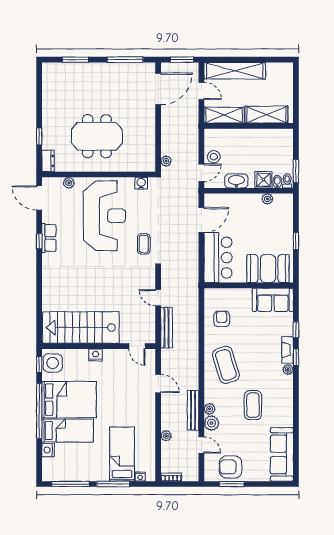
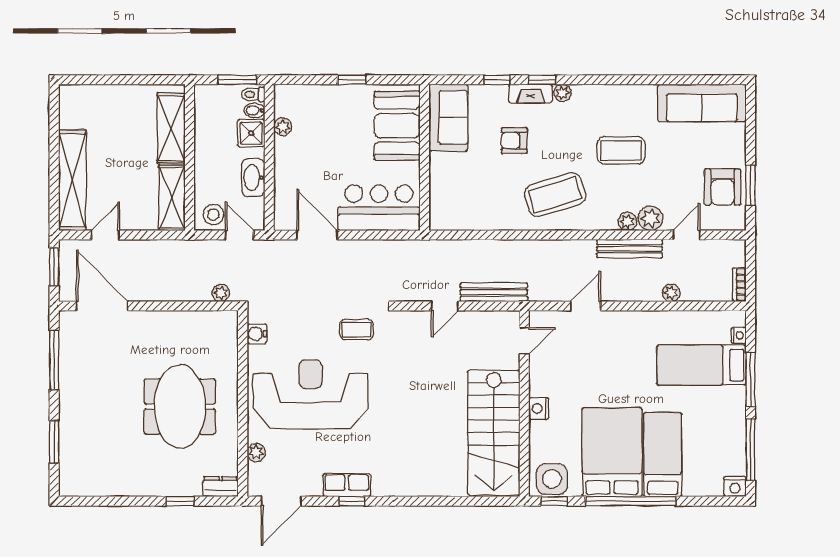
shelving: (224, 115) -> (172, 198), moved
shelving: (266, 115) -> (171, 128), moved
wall: (249, 126) -> (189, 157), moved
armchair: (222, 319) -> (514, 141), moved
nightstand: (48, 450) -> (735, 486), moved

